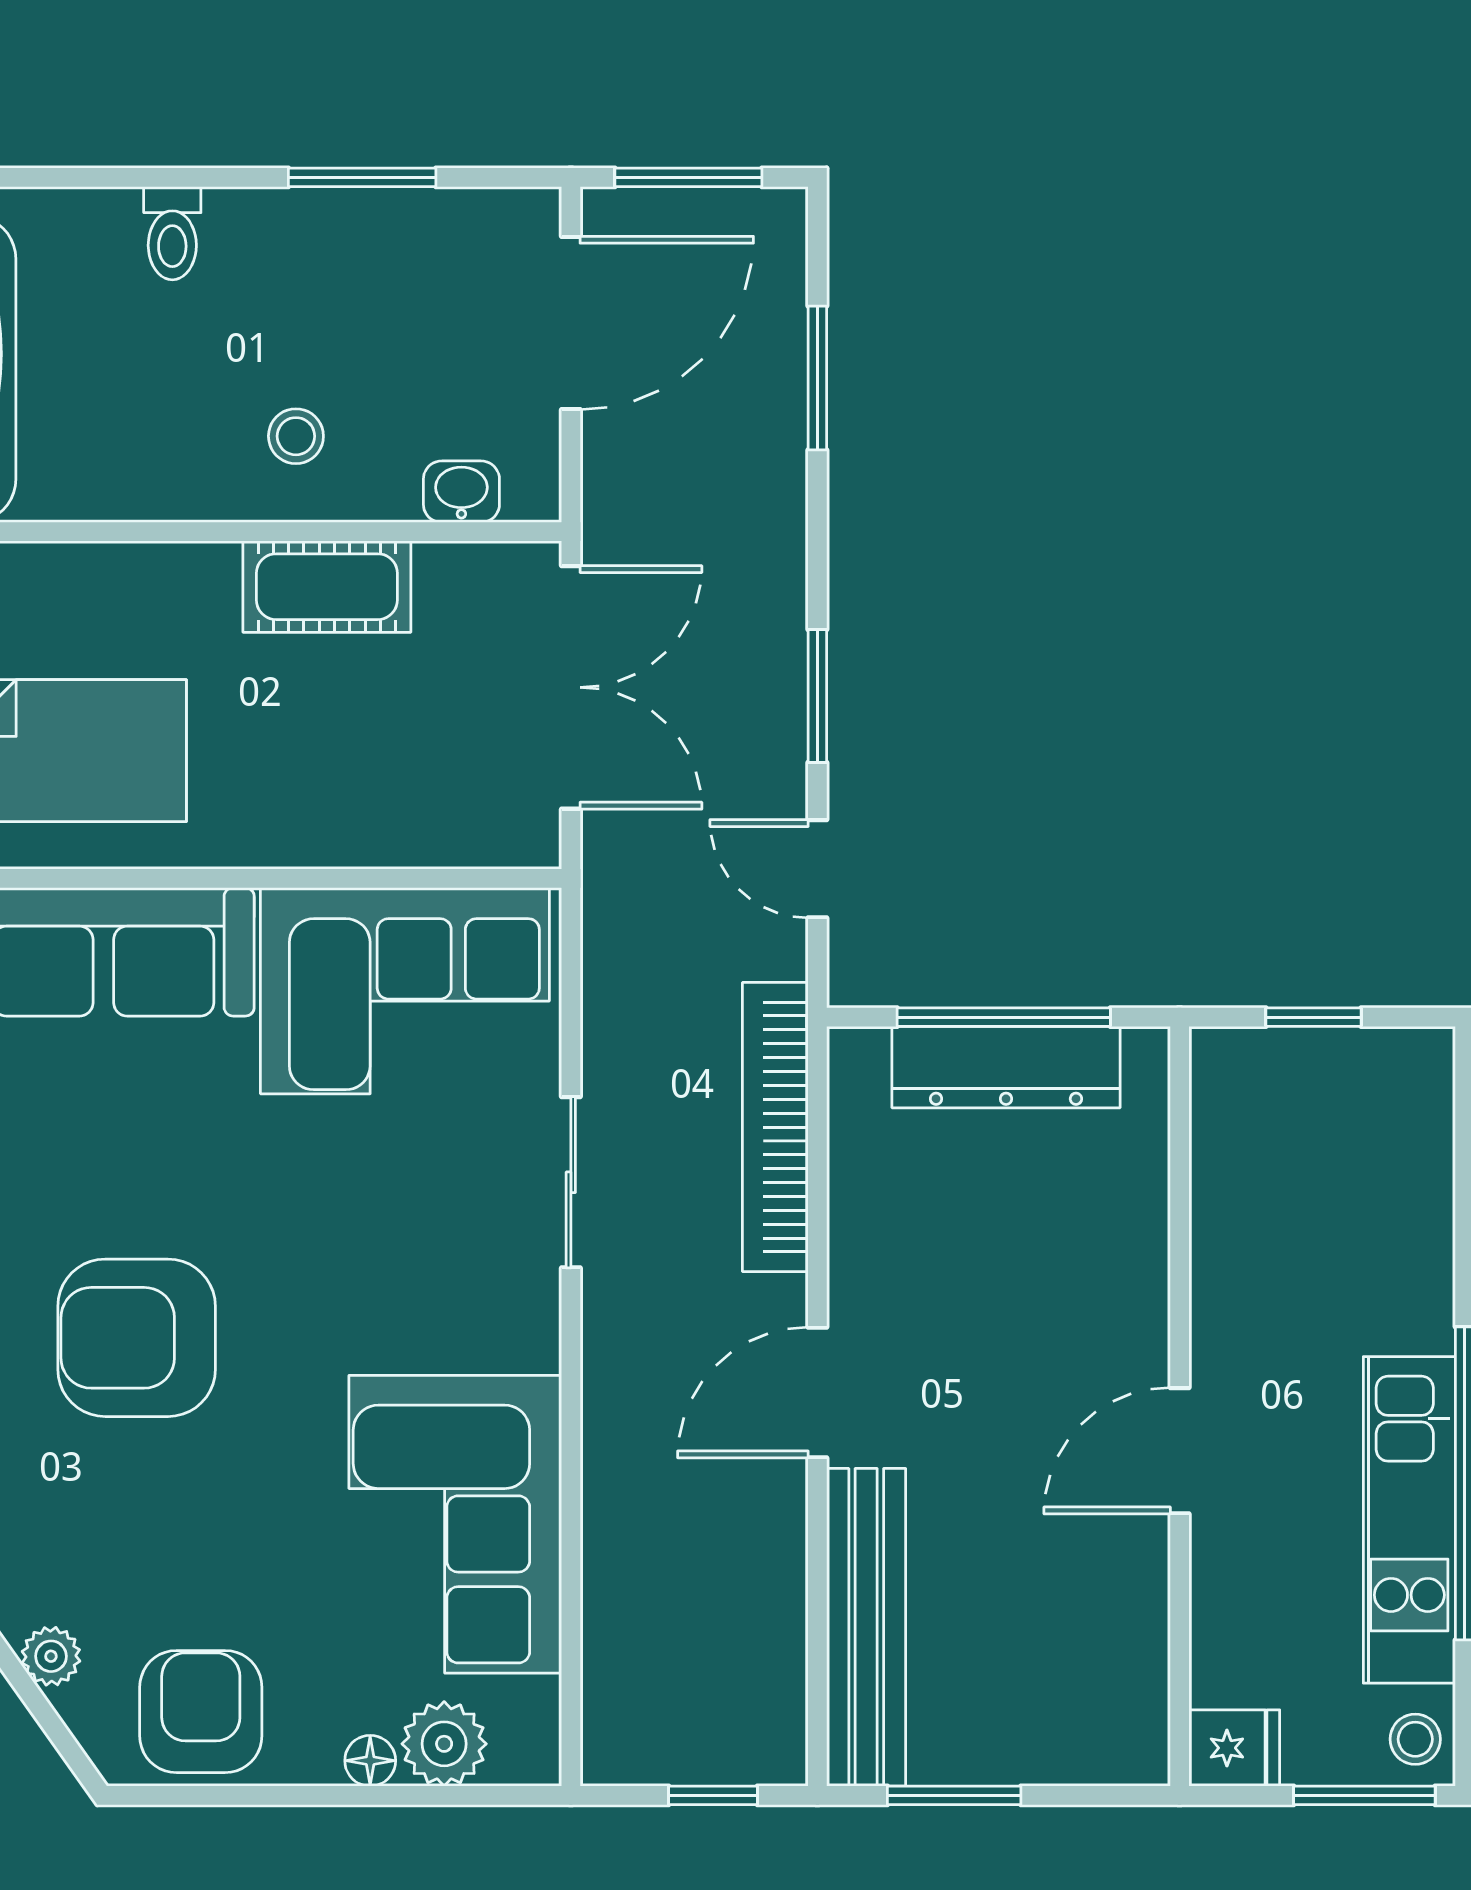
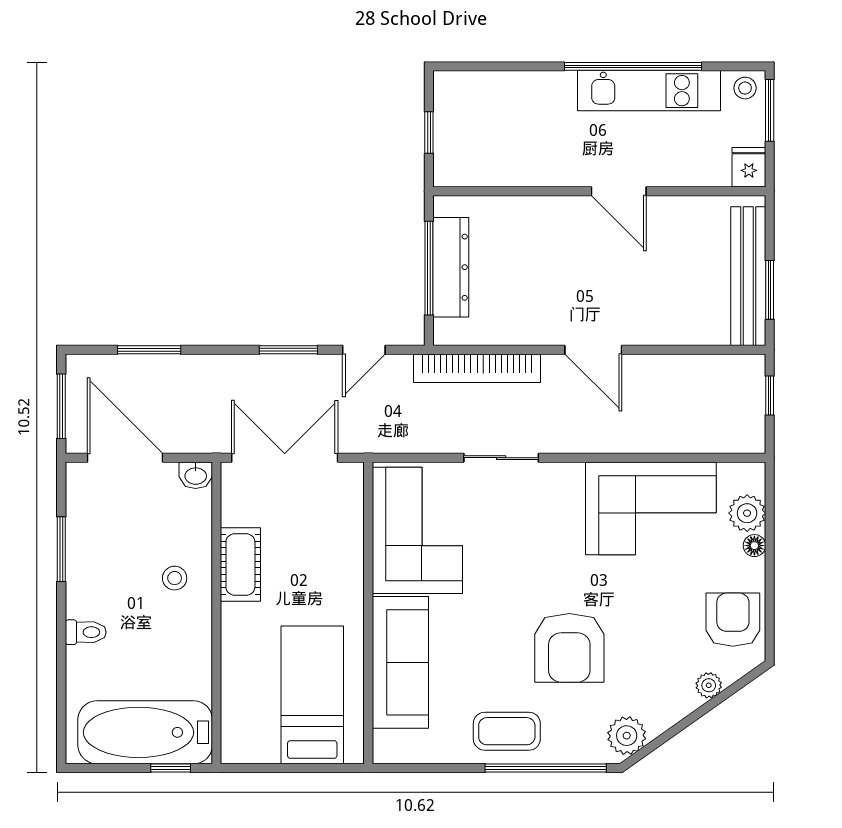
washbasin: (461, 492) -> (196, 475), moved, turned -90
bench: (866, 1627) -> (748, 276), moved, turned 90
armchair: (201, 1712) -> (733, 620), turned 90

